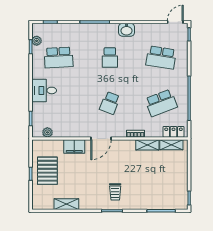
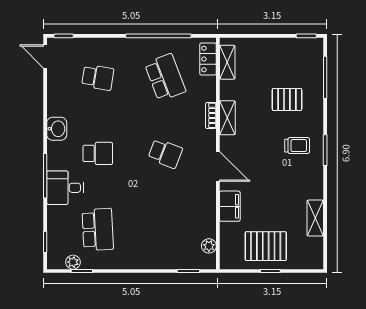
school desk: (161, 57) -> (98, 77), width x0.54
desk: (44, 90) -> (65, 188), moved, turned 90
shelving: (147, 145) -> (227, 118), moved
pallet: (146, 185) -> (287, 99), added

